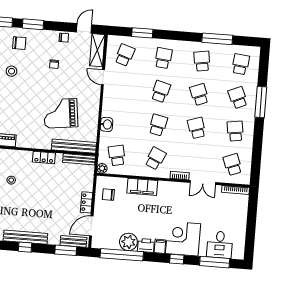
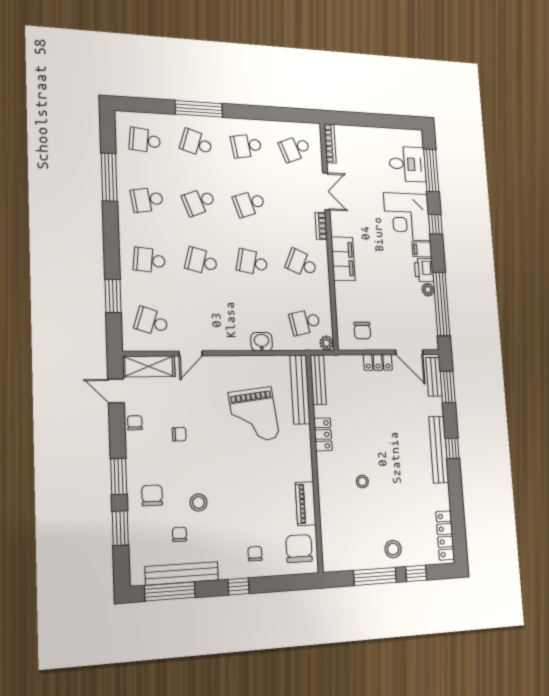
school desk: (238, 98) -> (196, 143), turned 42
filing cabinet: (142, 187) -> (343, 259), moved
plant: (128, 242) -> (428, 290), width x0.53, depth x0.53

